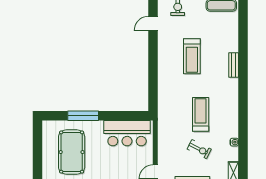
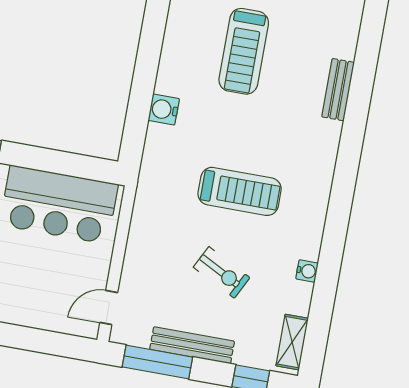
water cooler: (163, 86) -> (164, 109), added
treadmill: (201, 114) -> (240, 191), turned 90

